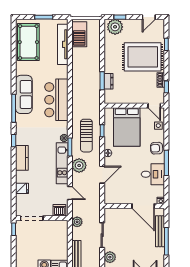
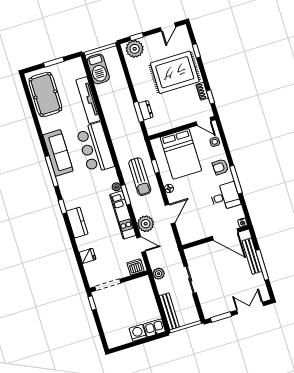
tv unit: (63, 44) -> (88, 100), moved
plant: (79, 165) -> (146, 224), moved
plant: (110, 257) -> (206, 301), removed

